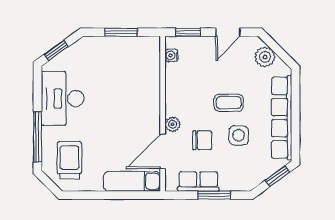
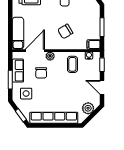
filing cabinet: (152, 47) -> (93, 44), added
chair: (129, 97) -> (65, 31), added
coffee table: (229, 103) -> (72, 64), moved
side table: (239, 135) -> (26, 94), moved
door: (163, 151) -> (35, 51), hinge flipped

